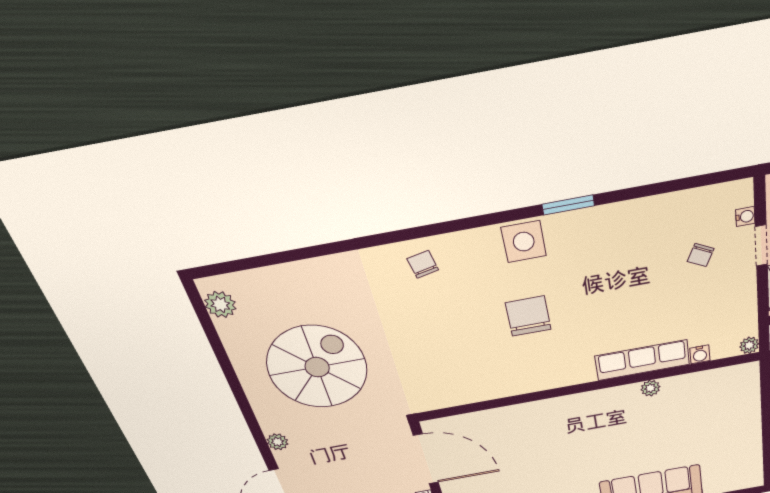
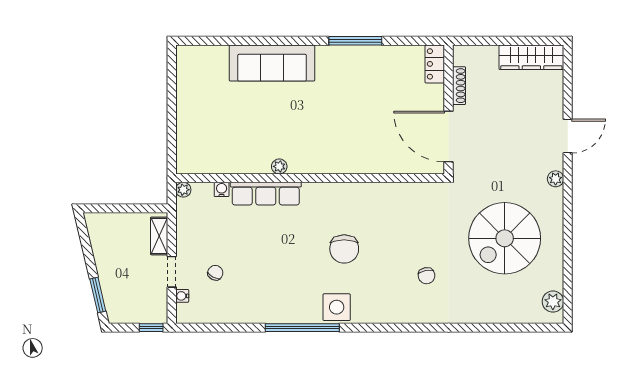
window: (568, 205) -> (302, 328), width x2.11
chair: (423, 264) -> (427, 276), moved
plant: (650, 388) -> (279, 166), moved

